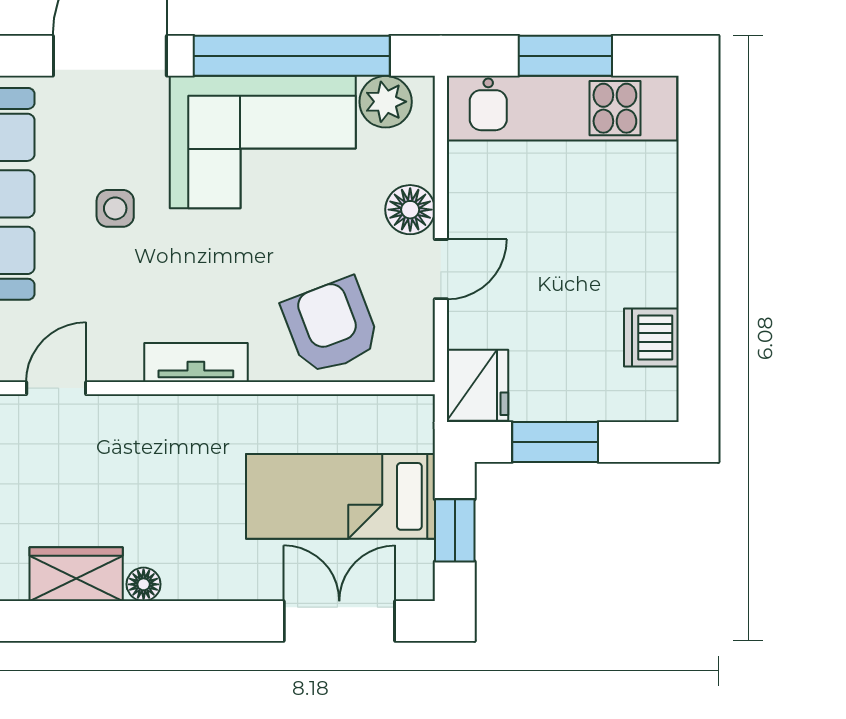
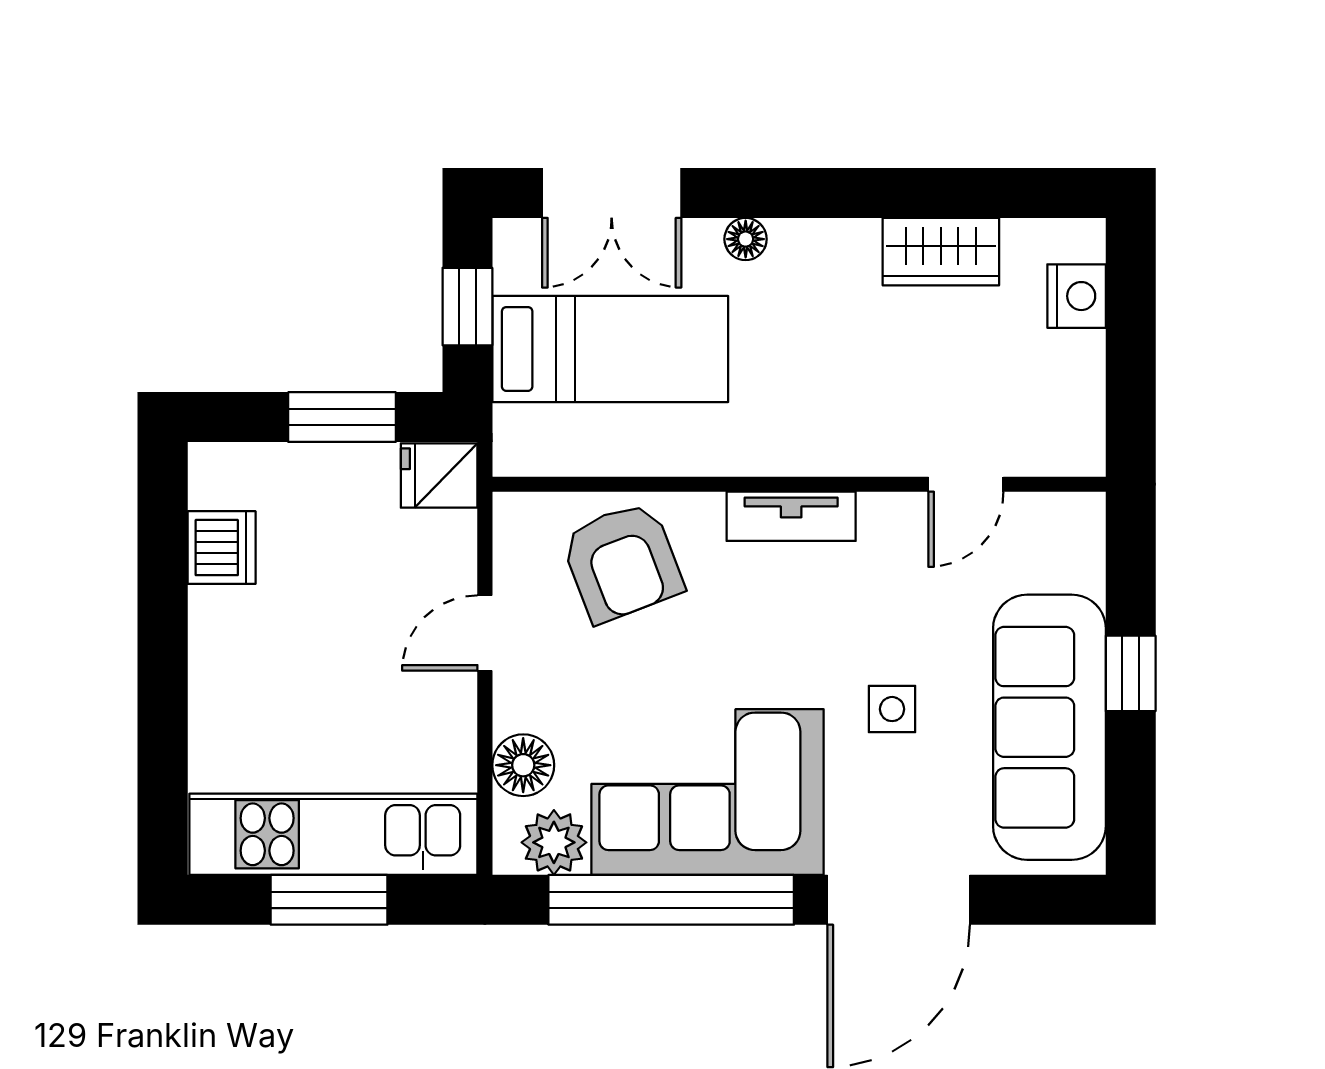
floor lamp: (410, 210) -> (523, 765), moved
fridge: (477, 385) -> (439, 475), width x0.72
floor lamp: (144, 584) -> (746, 239), moved

